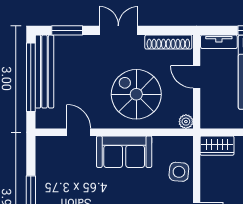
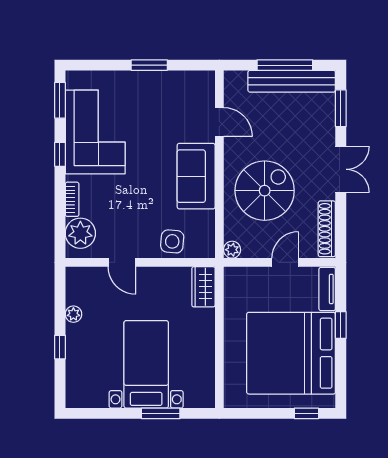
window: (31, 77) -> (285, 65), width x0.68
door: (79, 132) -> (219, 122), hinge flipped

